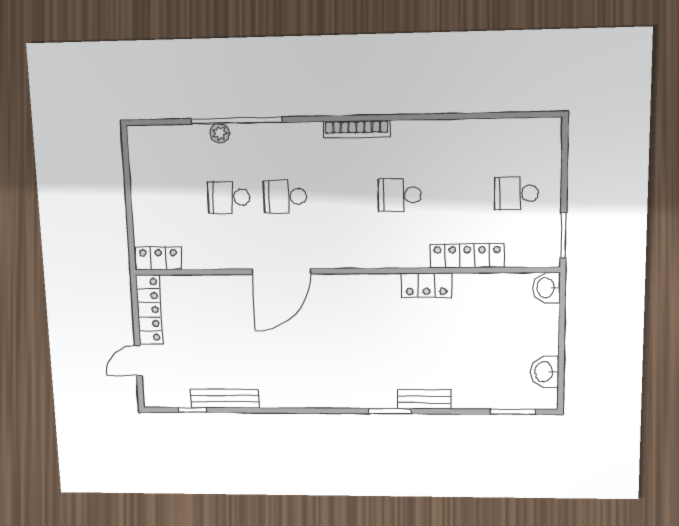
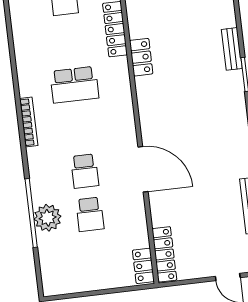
plant: (220, 133) -> (48, 218), width x1.88, depth x1.88
school desk: (400, 195) -> (74, 85), width x1.85
locker: (149, 310) -> (164, 254), moved, turned 90

